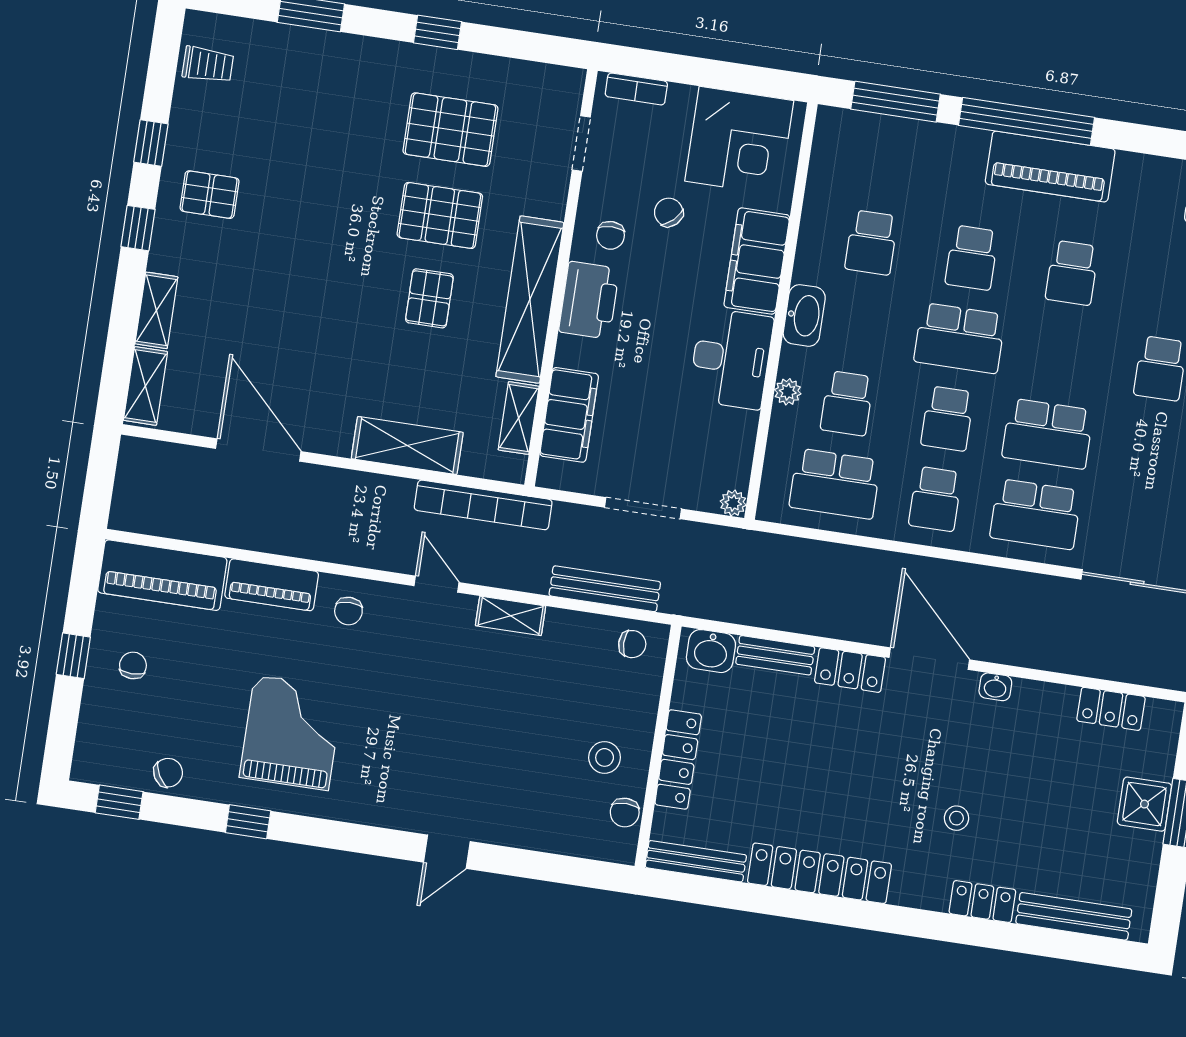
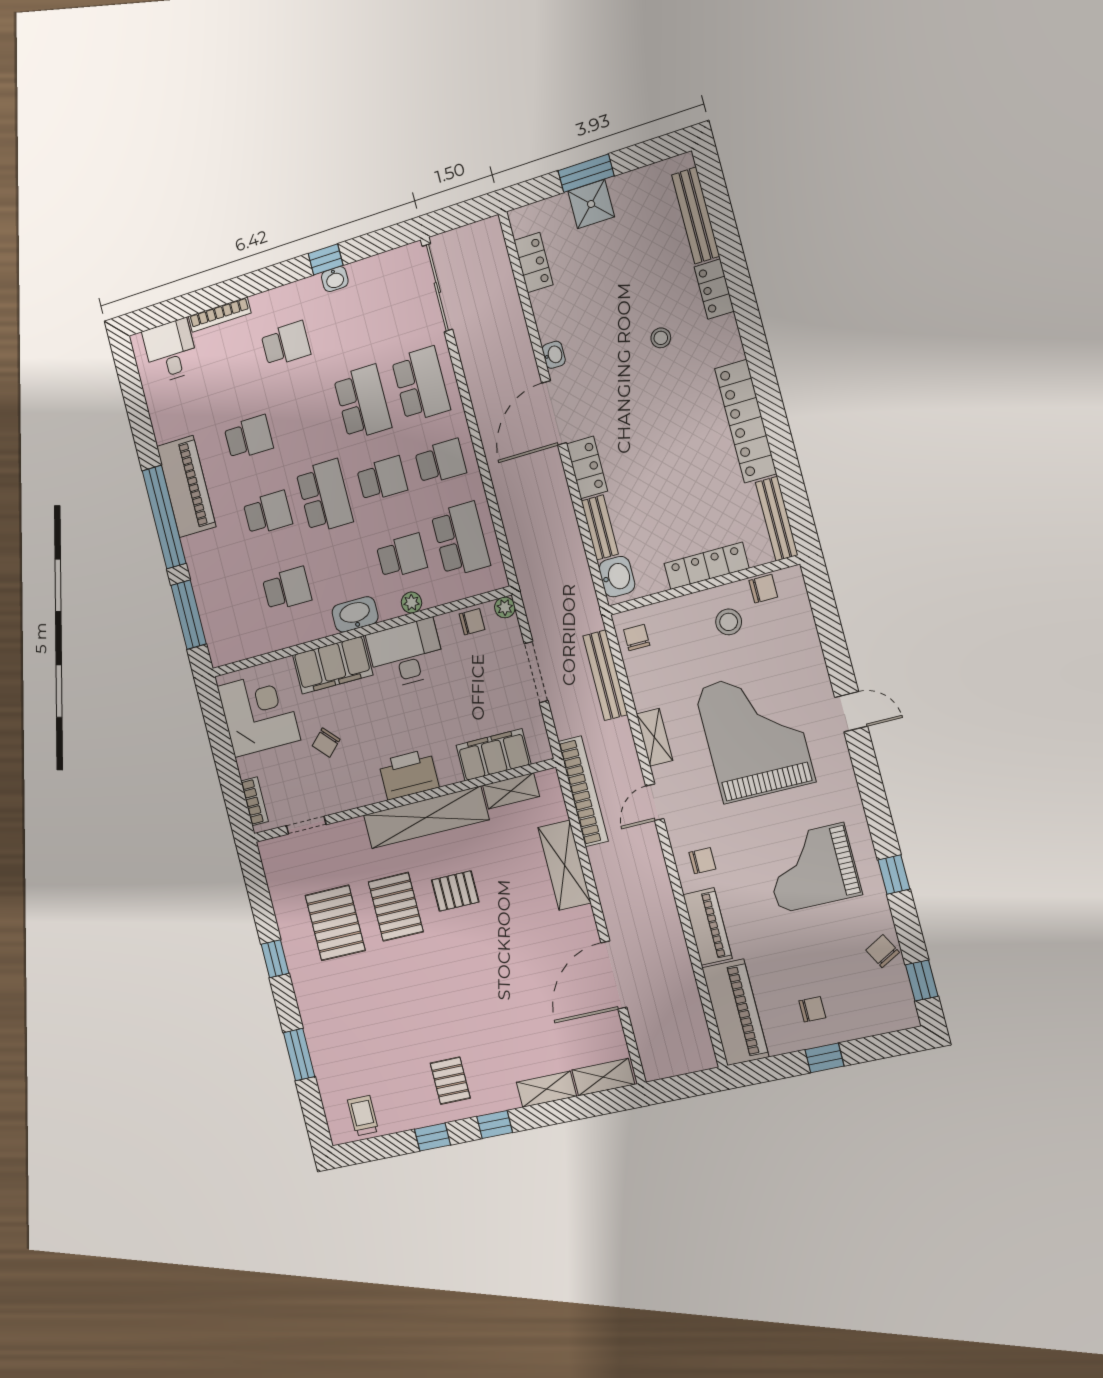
chair: (611, 235) -> (472, 622), moved
chair: (133, 665) -> (812, 1009), turned 180
grand piano: (466, 732) -> (755, 735), added

